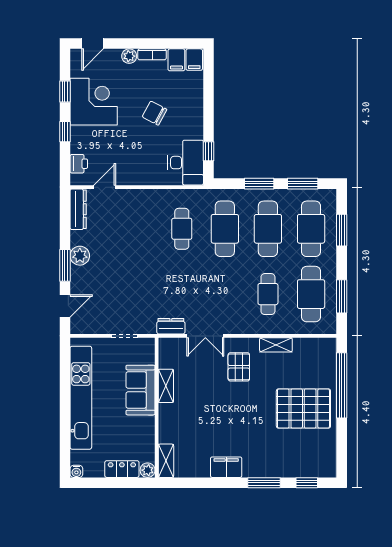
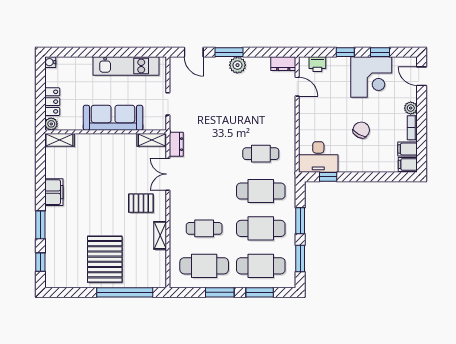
dresser: (78, 209) -> (283, 64), width x0.70
window: (342, 296) -> (220, 292), moved
shelving: (166, 386) -> (152, 140), moved
sofa: (140, 390) -> (113, 118), width x1.36
kitchen unit: (81, 398) -> (126, 66), width x0.73

